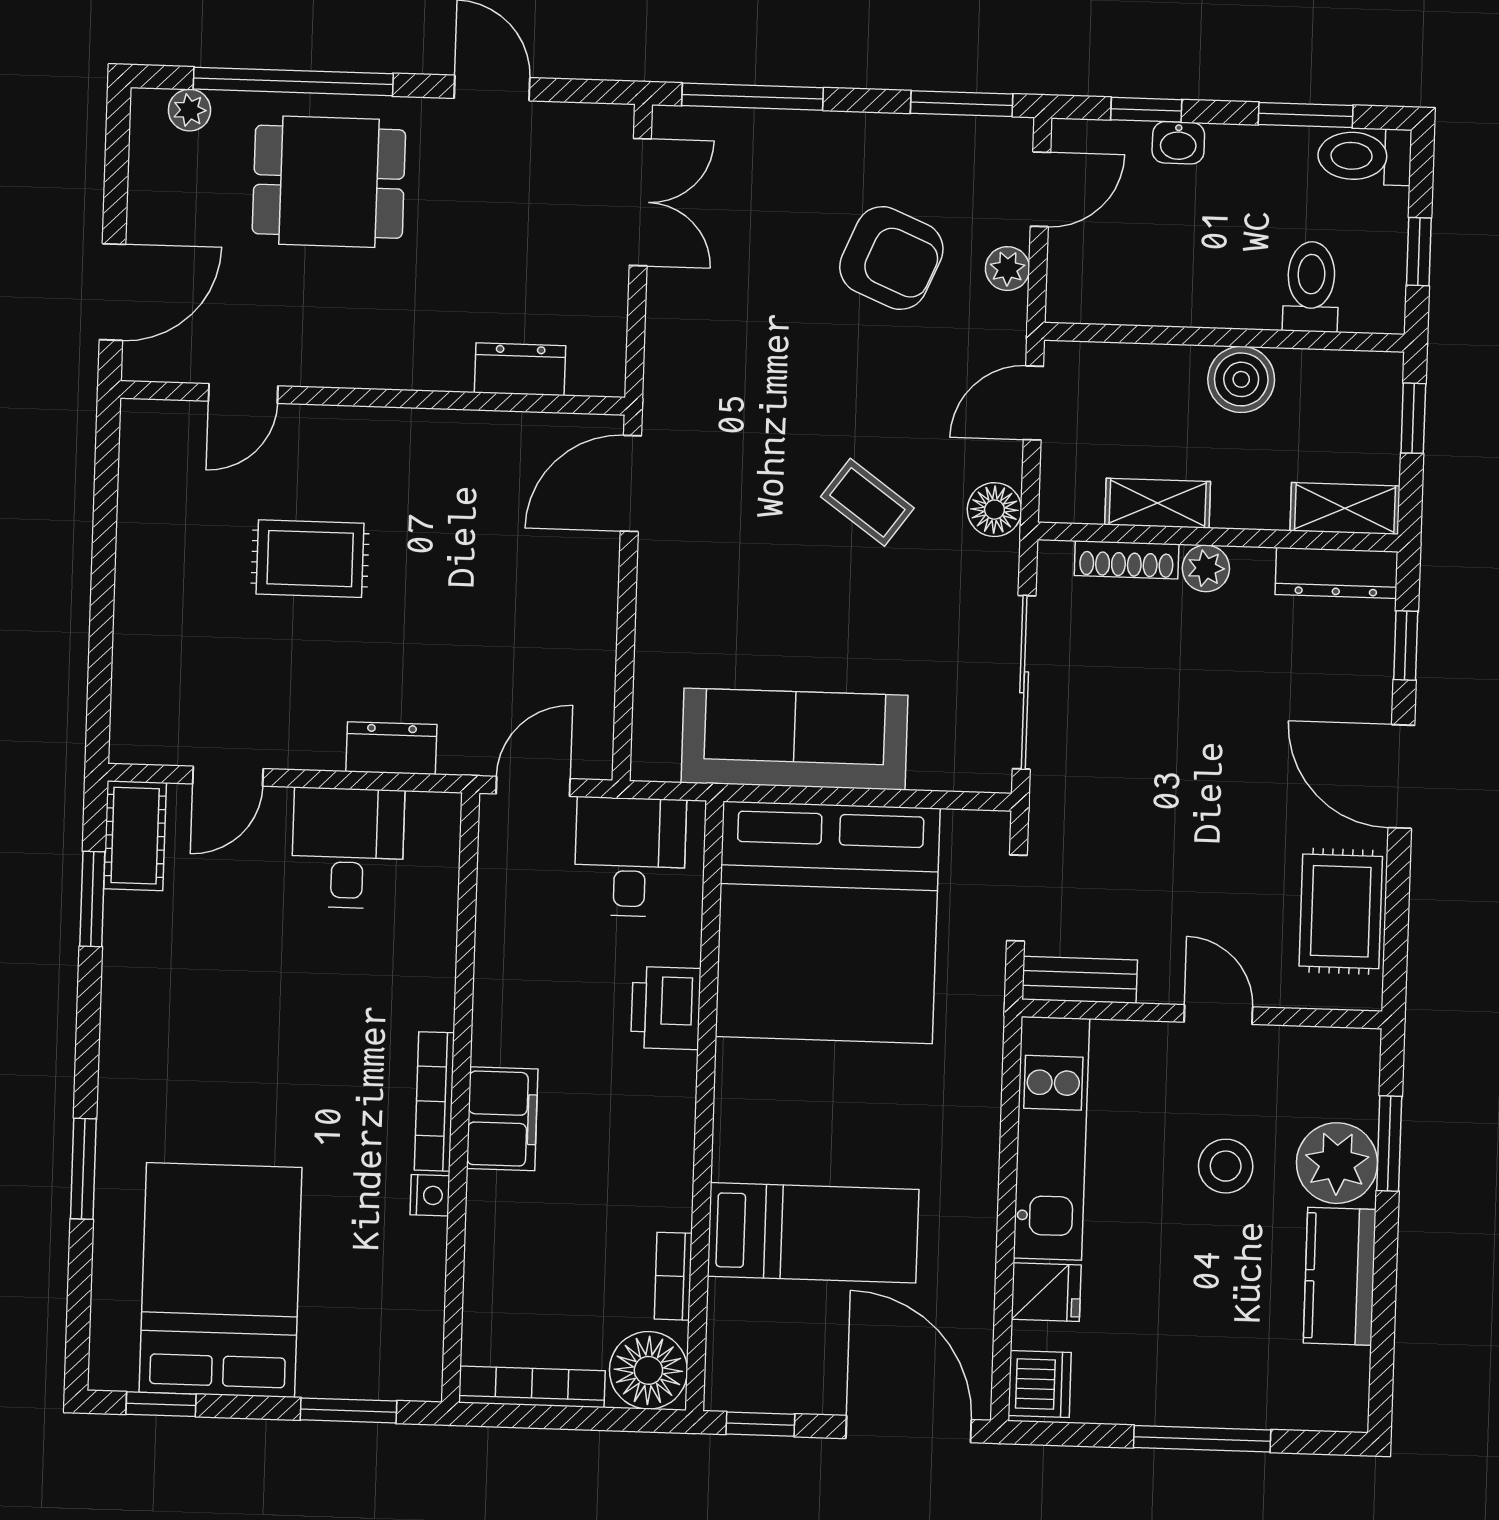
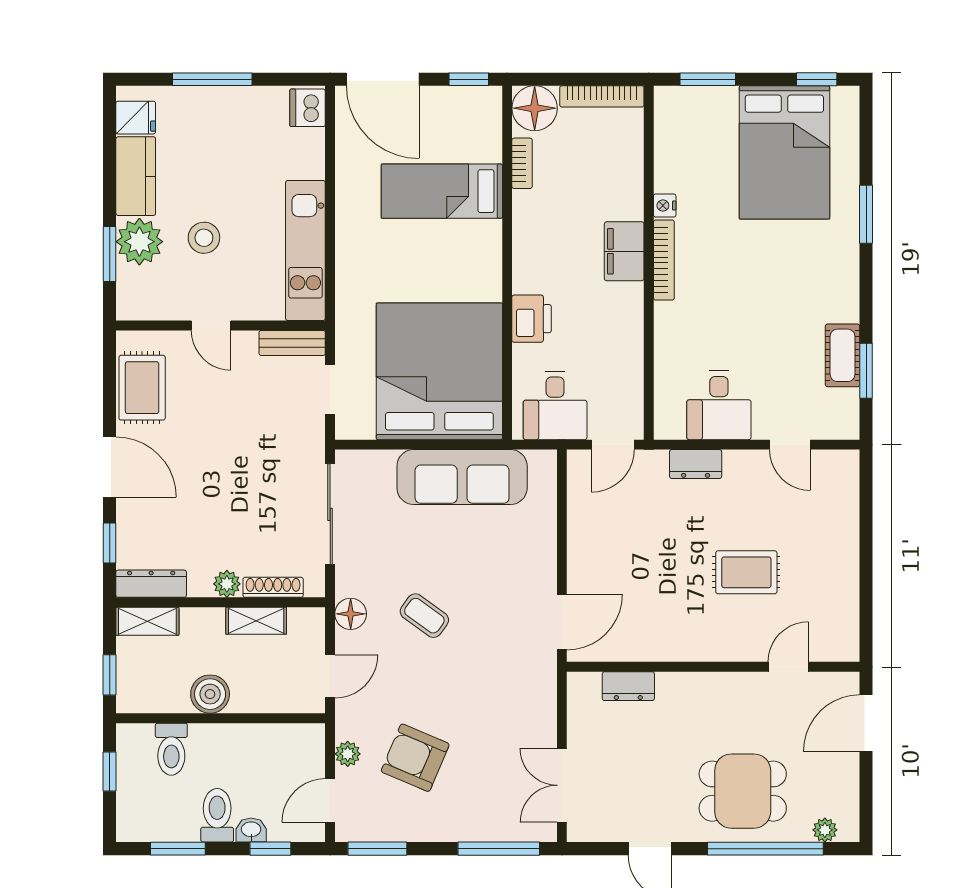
toilet: (1365, 156) -> (217, 815), moved, turned -90
door: (228, 776) -> (790, 445), swing flipped
cot: (135, 836) -> (843, 355), moved
fridge: (1046, 1292) -> (136, 118), moved, turned 180

